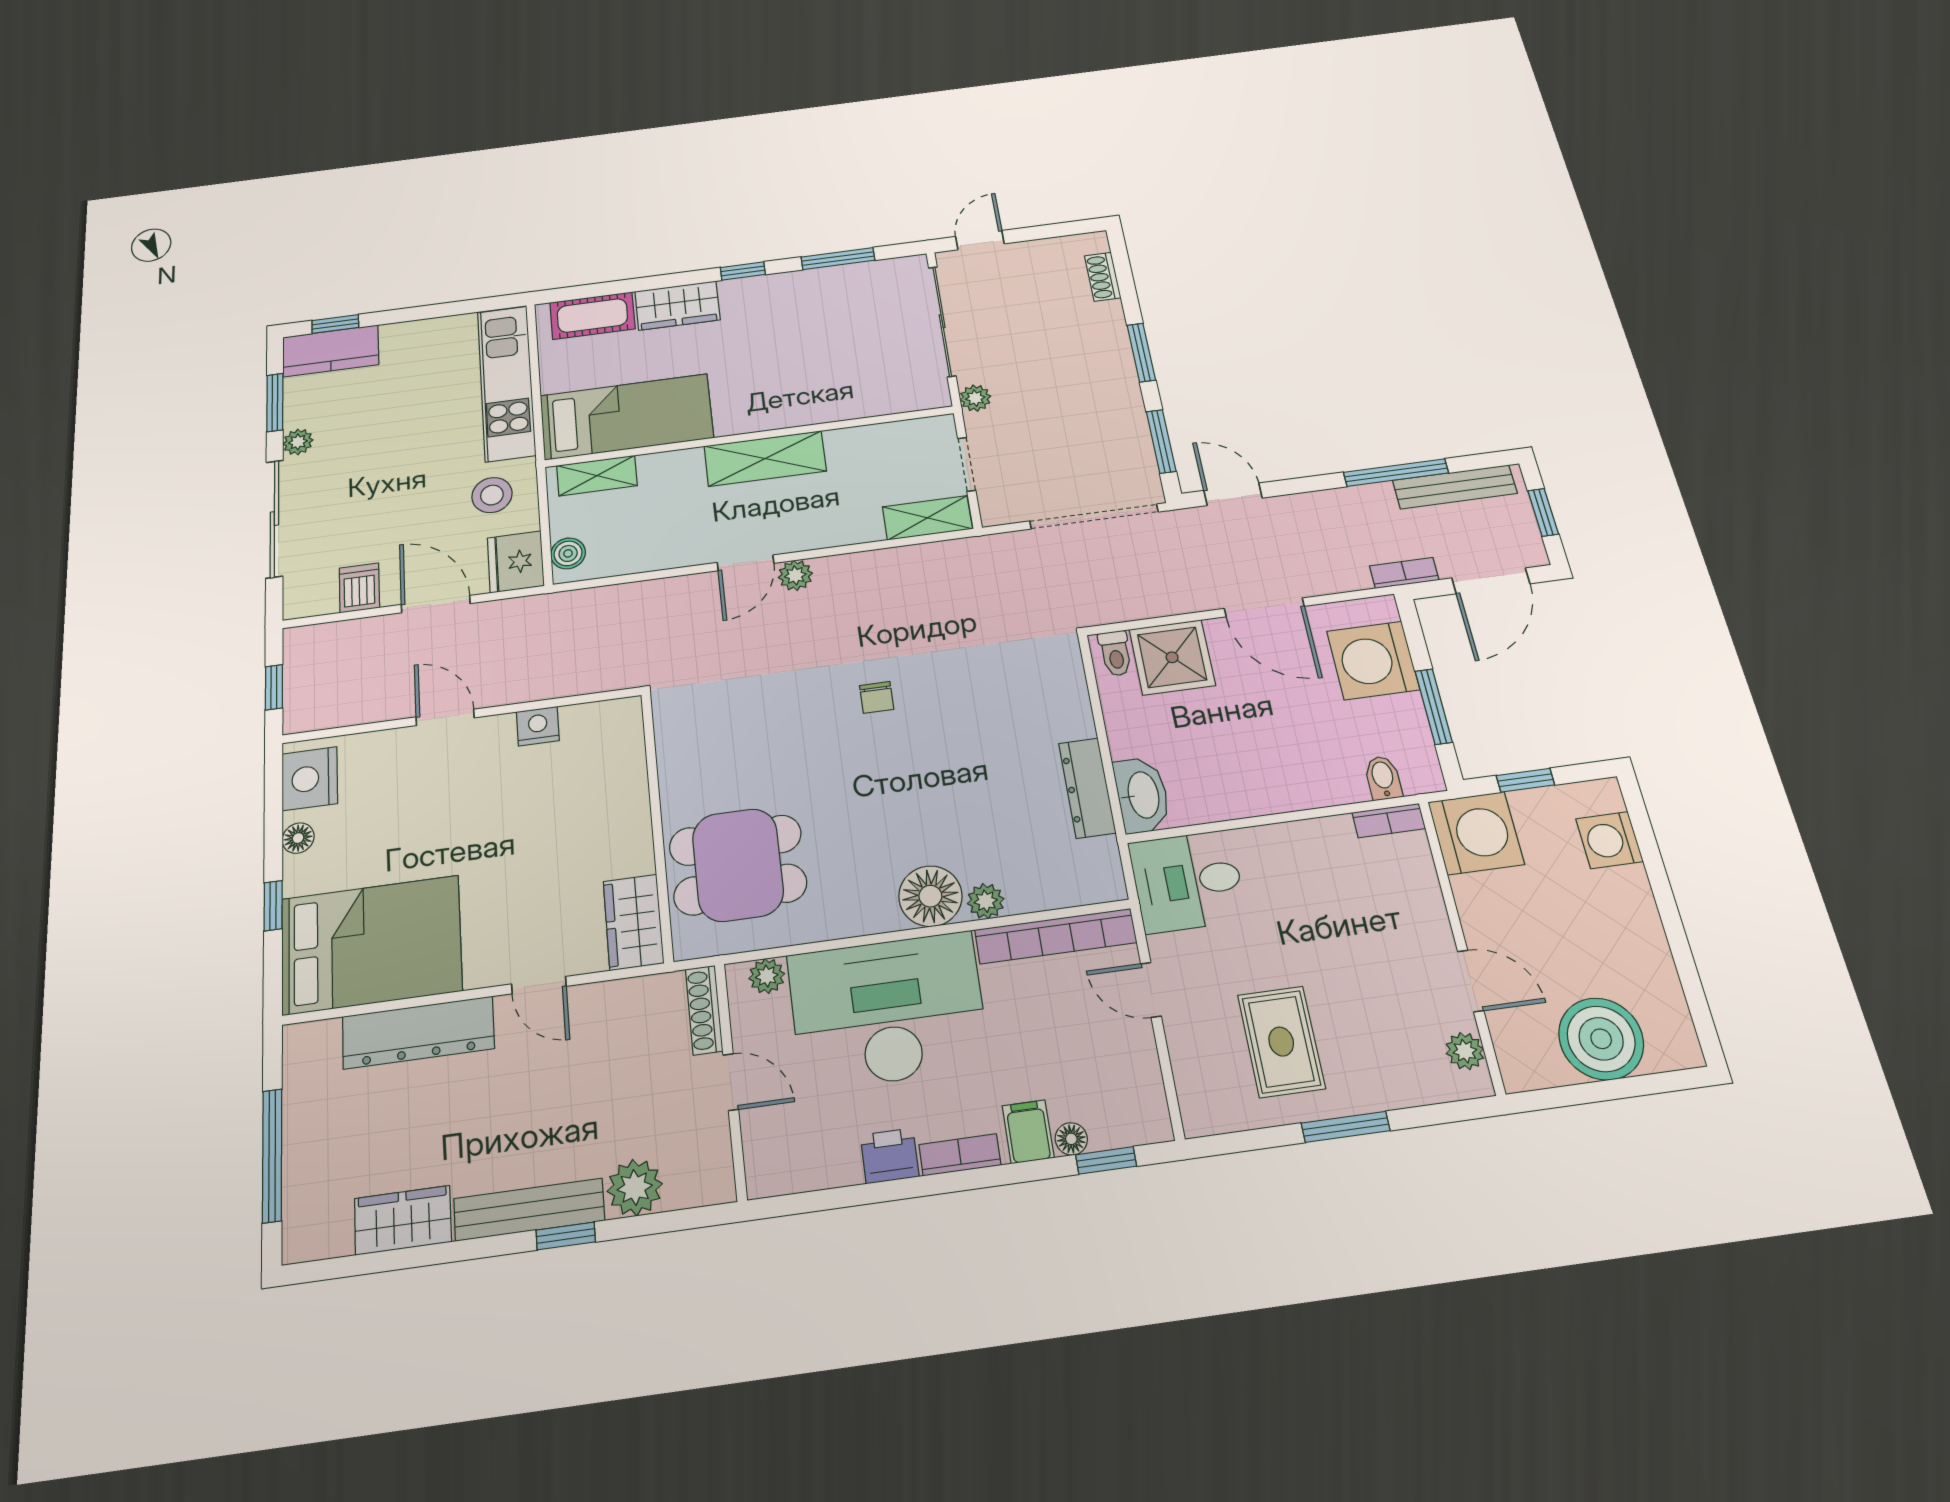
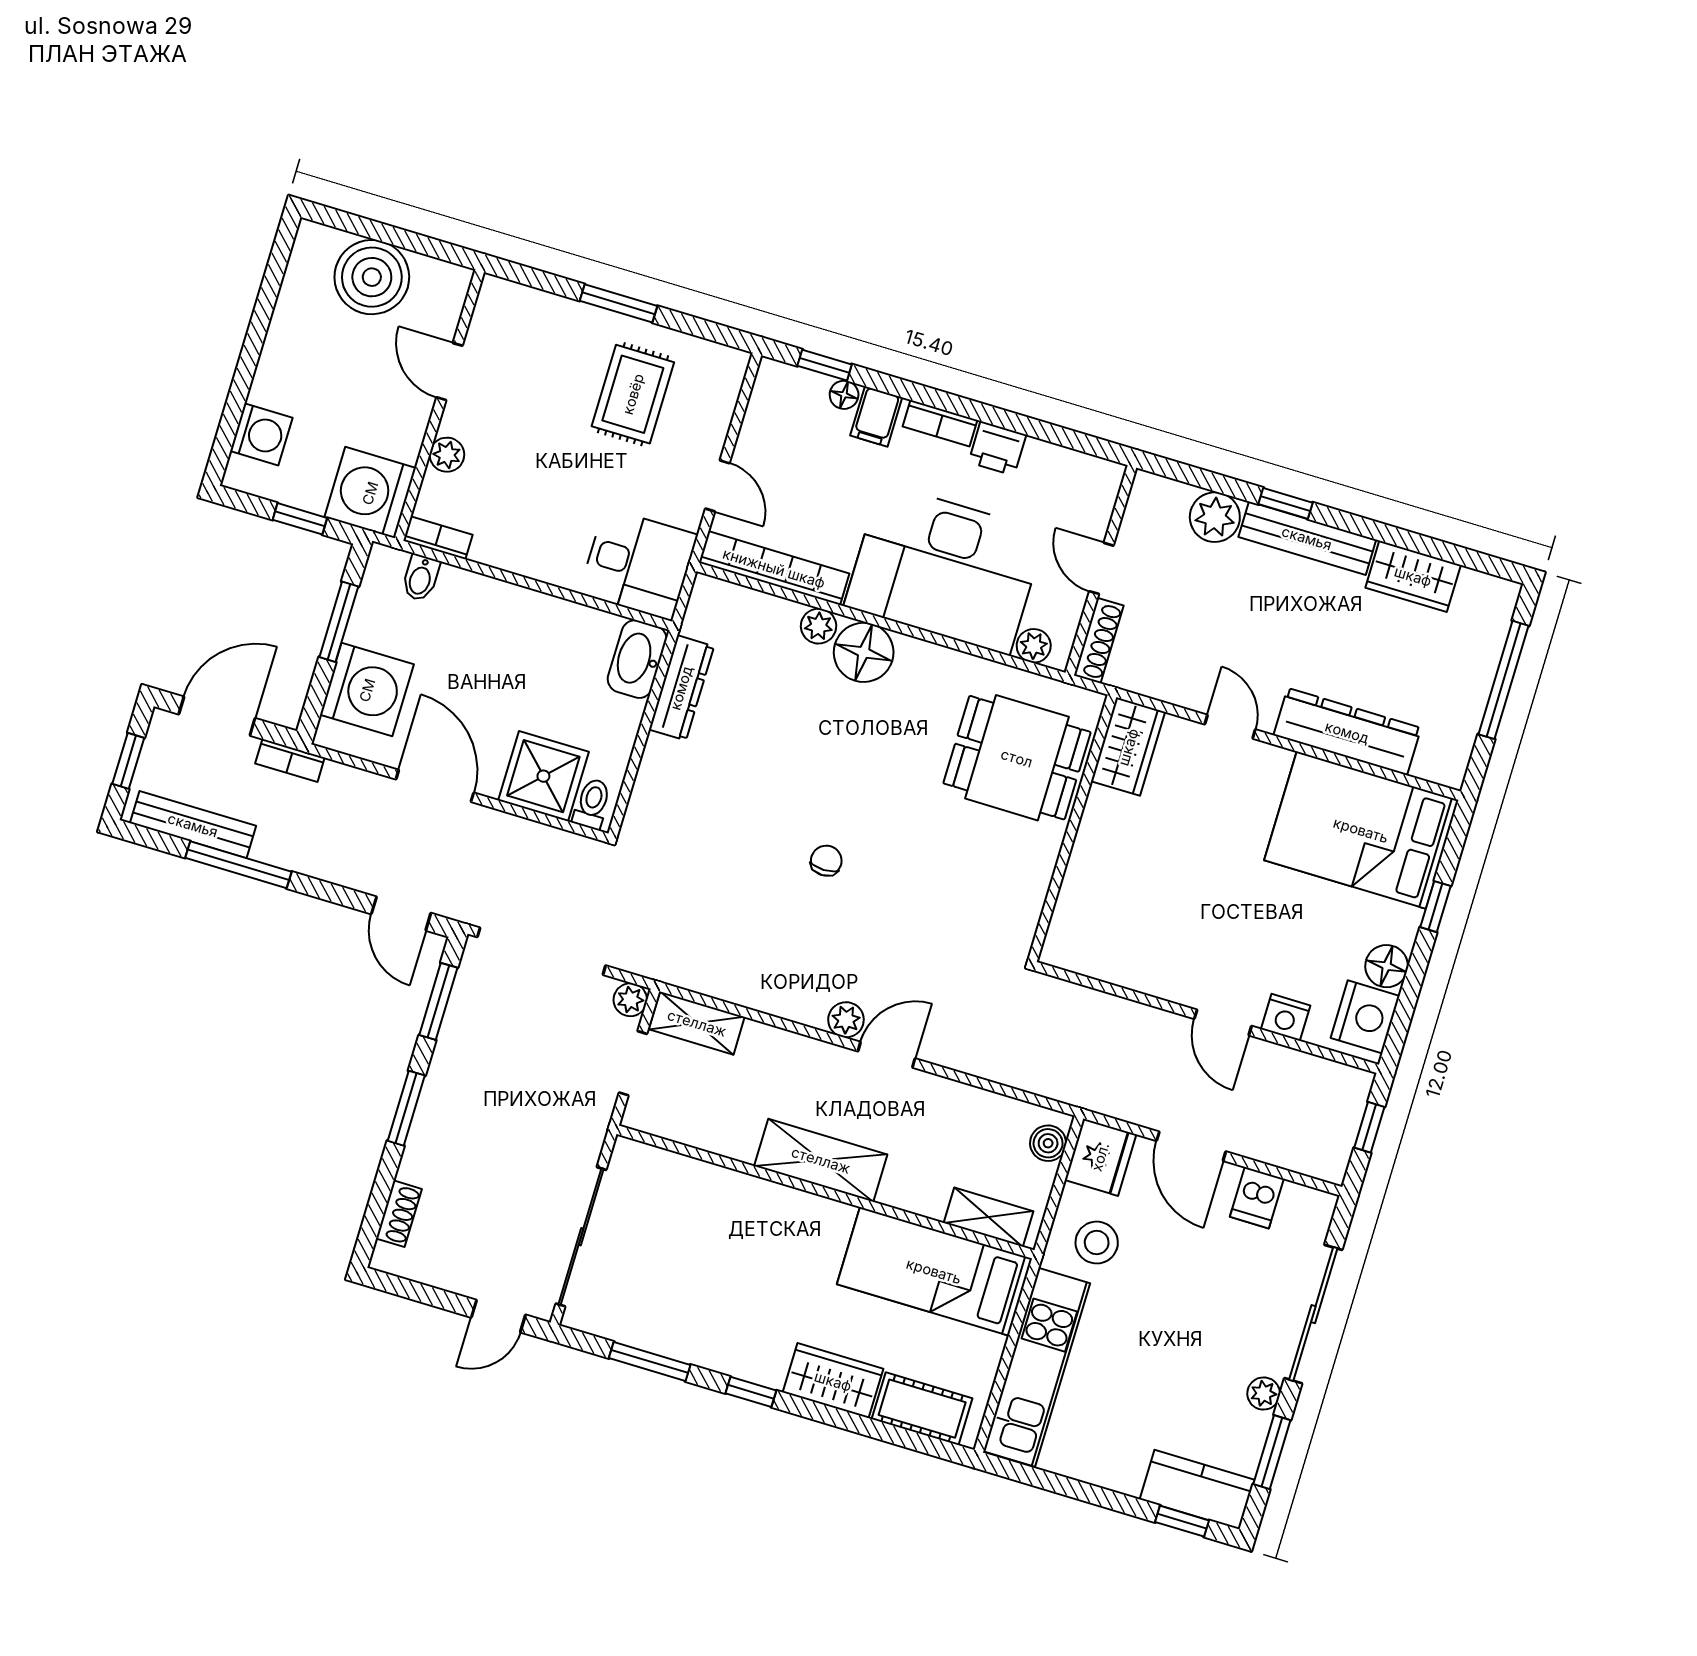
plant: (975, 398) -> (630, 1000), moved
nightstand: (538, 726) -> (1286, 1017), moved
floor lamp: (298, 838) -> (1387, 966), width x1.37, depth x1.37
plant: (1465, 1051) -> (447, 455), moved

